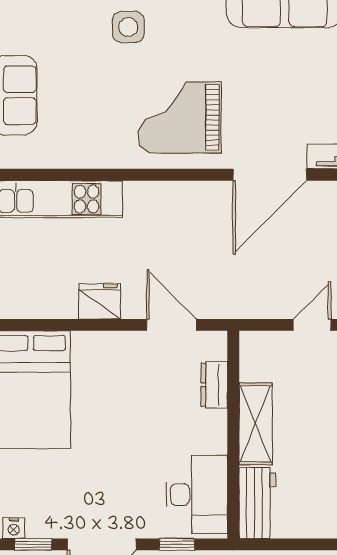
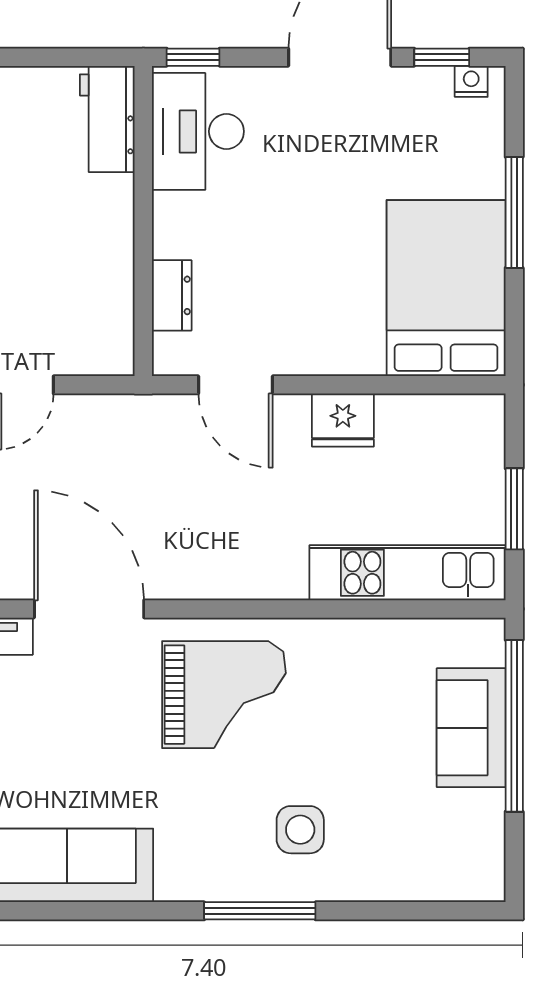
door: (270, 175) -> (89, 609), hinge flipped
shelving: (256, 424) -> (110, 237), removed
window: (177, 544) -> (193, 57), moved

